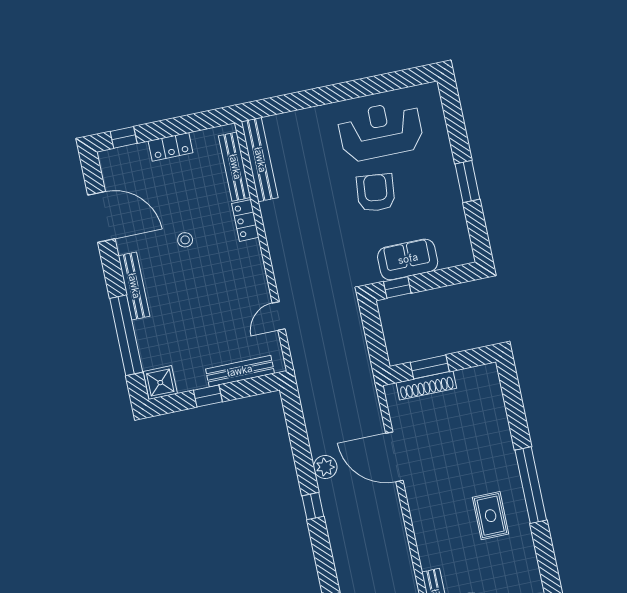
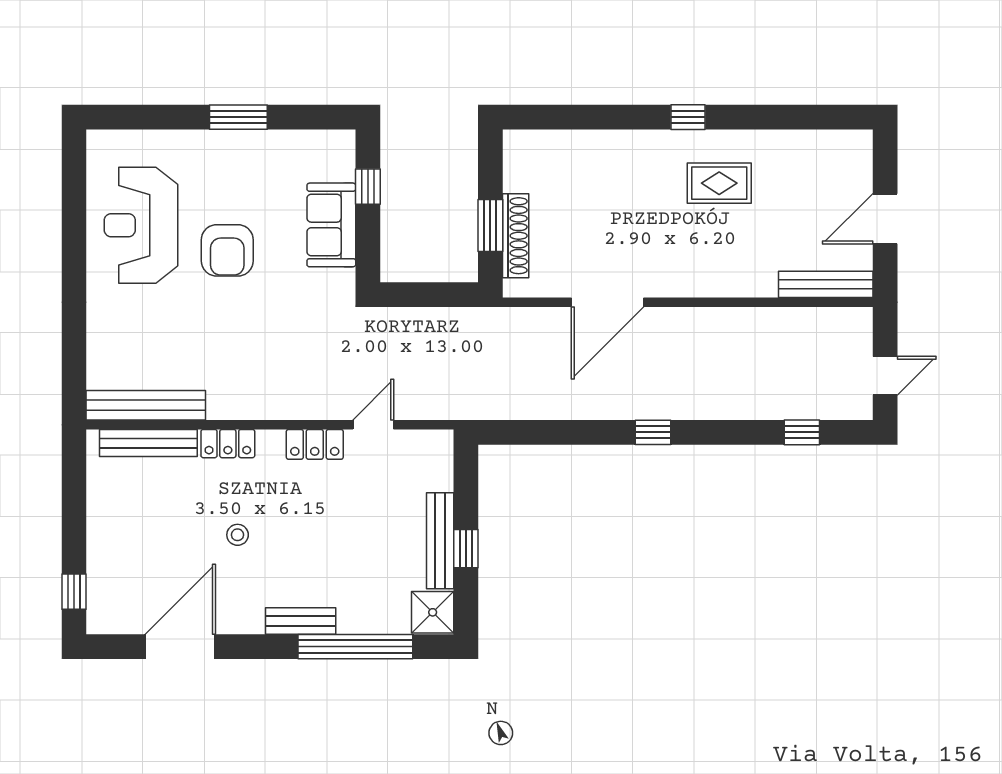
locker: (170, 147) -> (315, 444), moved, turned 90
armchair: (376, 193) -> (227, 250), turned -96
bench: (134, 286) -> (301, 621), width x0.73
window: (397, 287) -> (368, 187), moved
door: (279, 316) -> (373, 425), swing flipped
bench: (240, 371) -> (440, 541), moved
plant: (325, 467) -> (601, 403), removed
window: (531, 485) -> (688, 117), width x0.32

